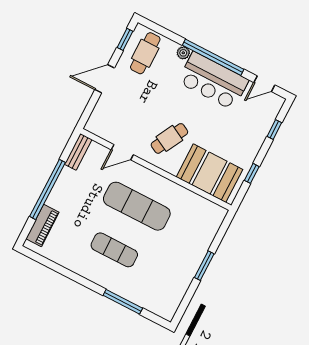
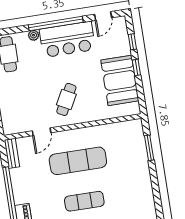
booth: (209, 173) -> (120, 80), moved, turned 90
window: (252, 173) -> (136, 67), moved
window: (204, 266) -> (149, 148), moved

